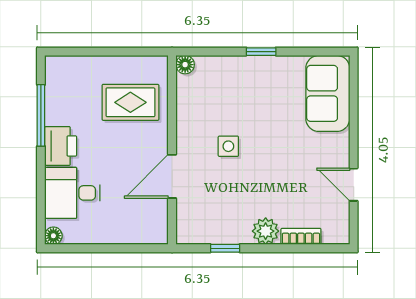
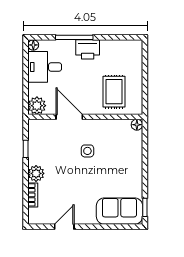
window: (261, 52) -> (145, 207), moved
window: (41, 115) -> (74, 37), moved
desk: (72, 193) -> (45, 67), moved, turned -90
plant: (154, 230) -> (37, 106), added

